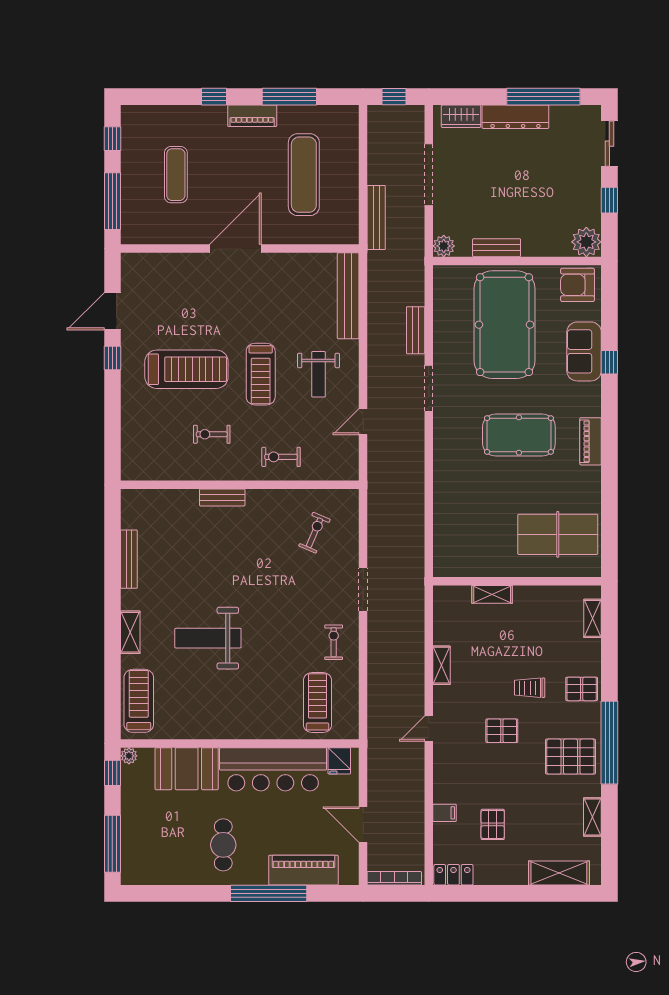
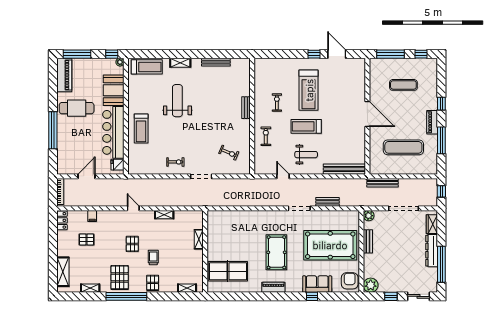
weight bench: (318, 374) -> (306, 155), turned 180
table tennis table: (558, 534) -> (228, 271), turned 90
treadmill: (318, 703) -> (141, 128), moved, turned 90
cafe table: (223, 845) -> (77, 108), width x1.37, depth x1.35
piano: (303, 870) -> (64, 75), moved

